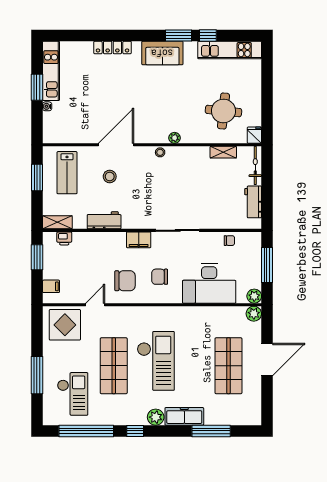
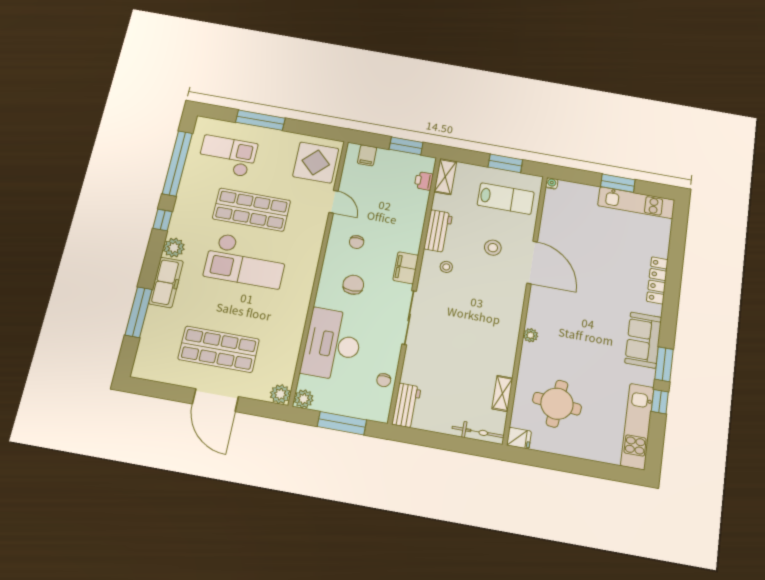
water cooler: (47, 106) -> (552, 183), moved
stool: (160, 152) -> (446, 267), moved
lab bench: (67, 173) -> (506, 199), turned 180
workbench: (253, 202) -> (406, 406), moved, turned 90
chair: (125, 281) -> (357, 242), width x0.54, depth x0.54
checkout: (73, 394) -> (227, 156), turned 180

